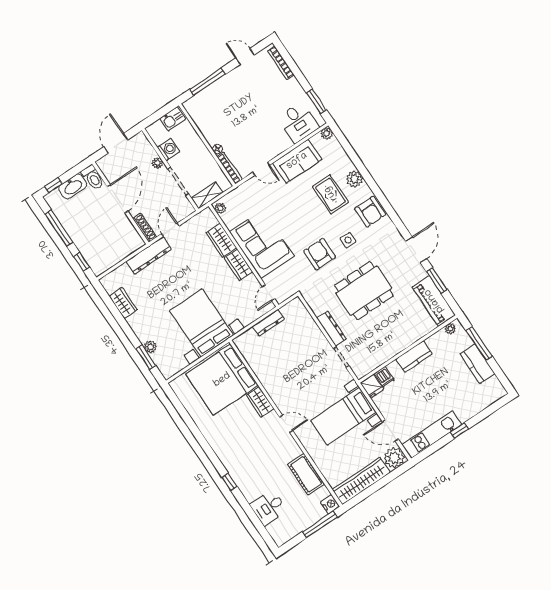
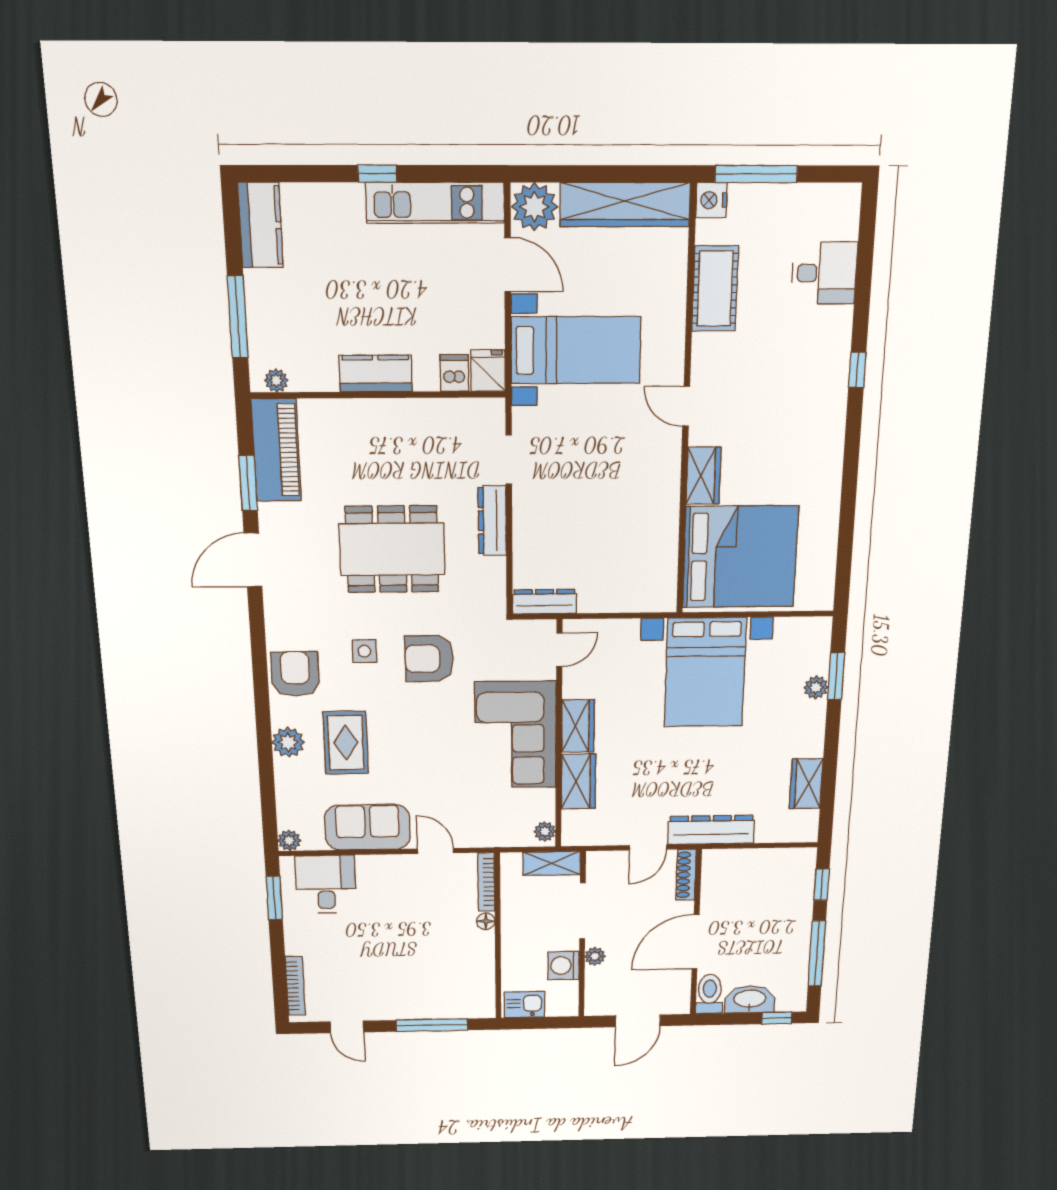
armchair: (320, 254) -> (429, 659), turned 90
dresser: (268, 323) -> (544, 602), moved
kitchen counter: (477, 364) -> (261, 225), moved

